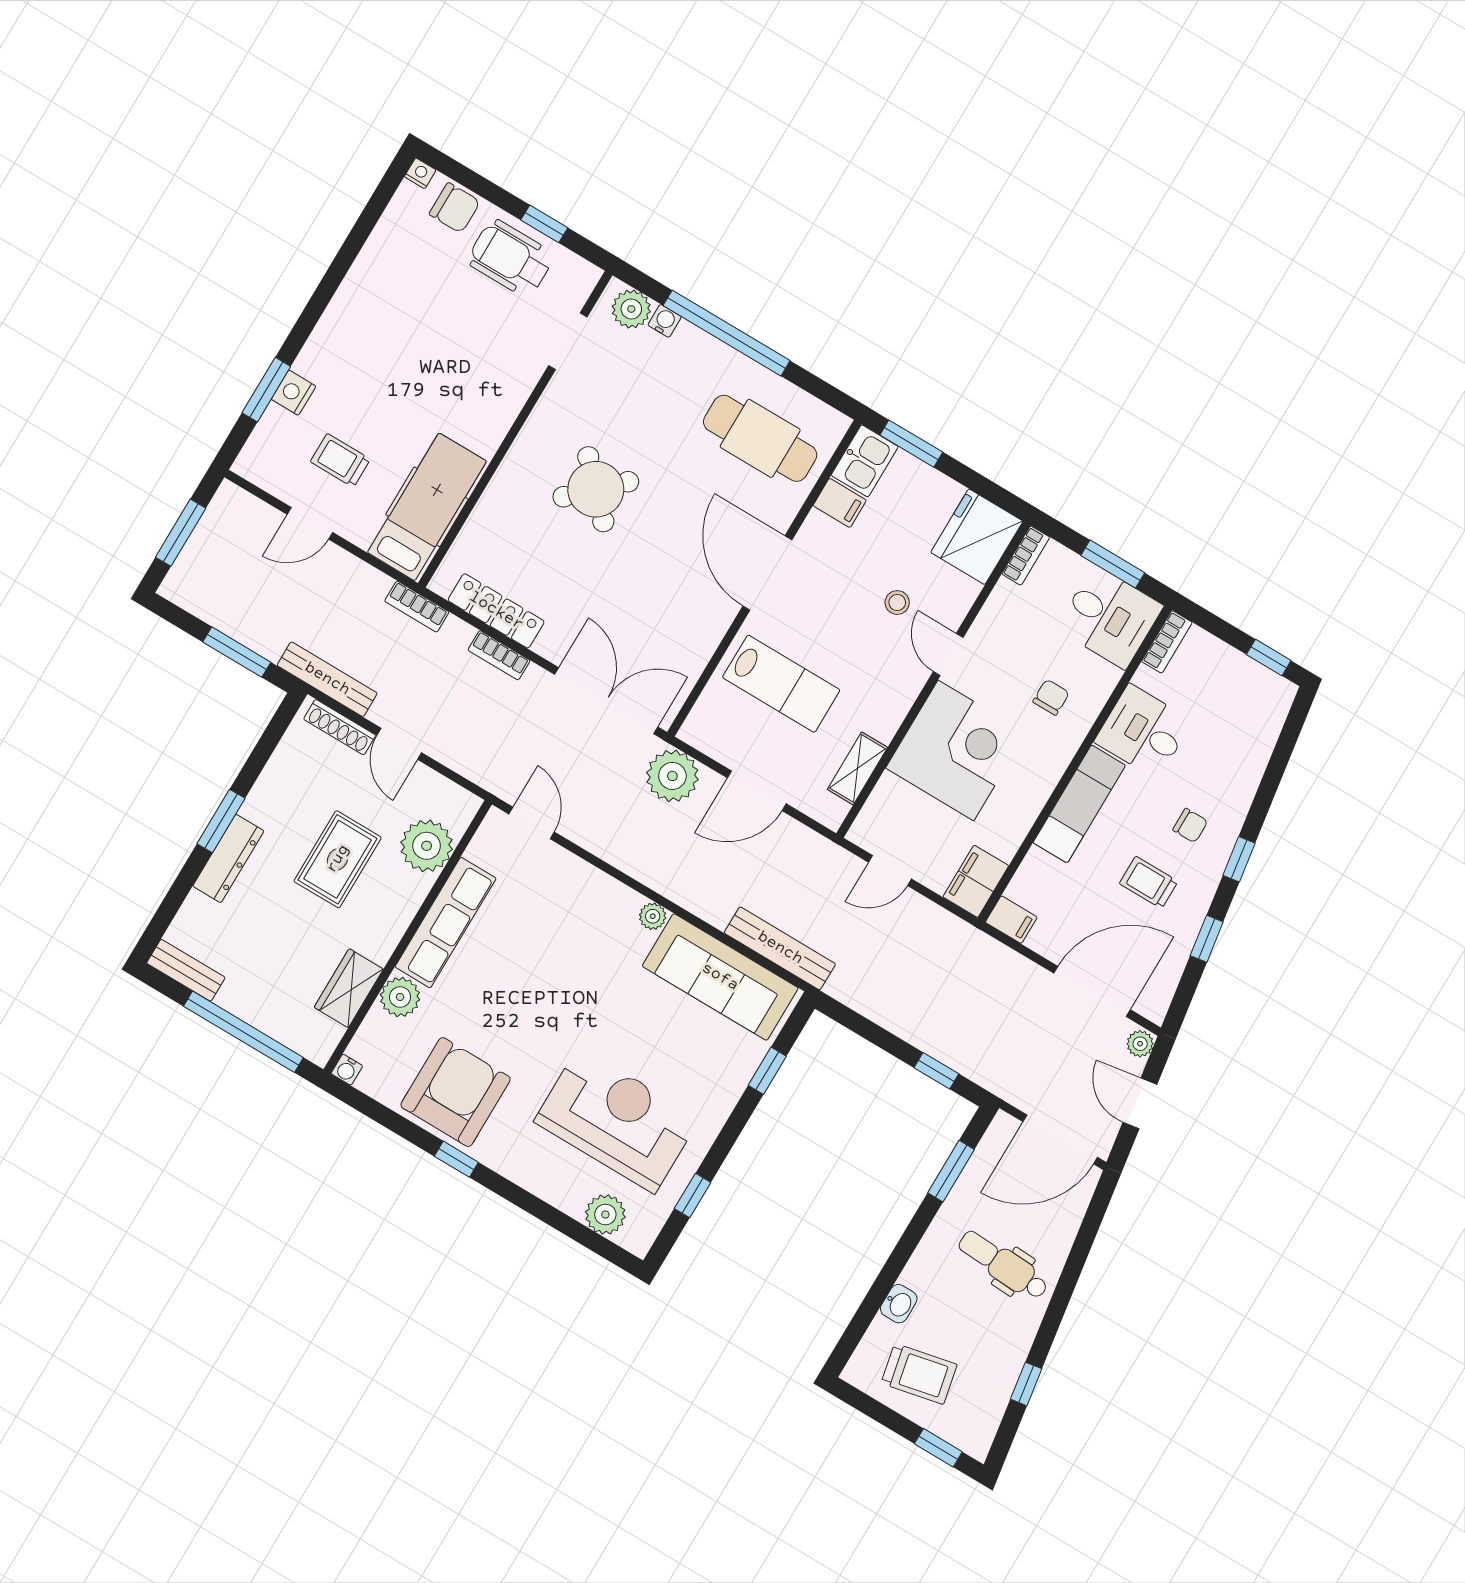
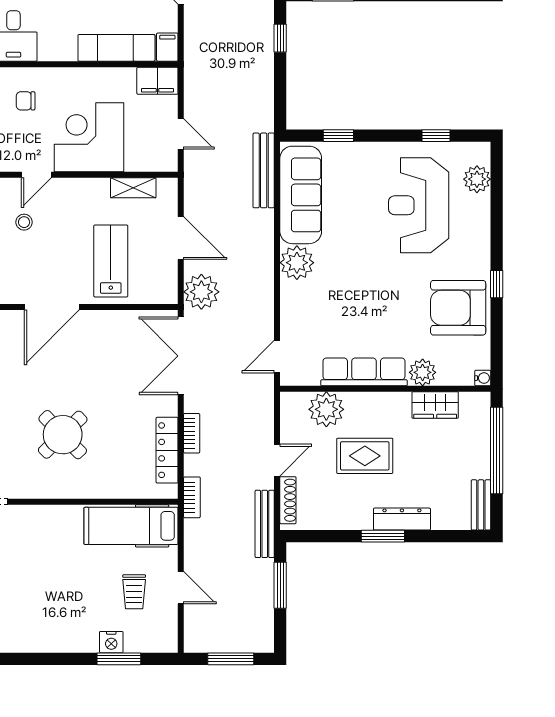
exam couch: (1079, 804) -> (116, 48), moved
plant: (653, 916) -> (297, 263), width x1.88, depth x1.88

